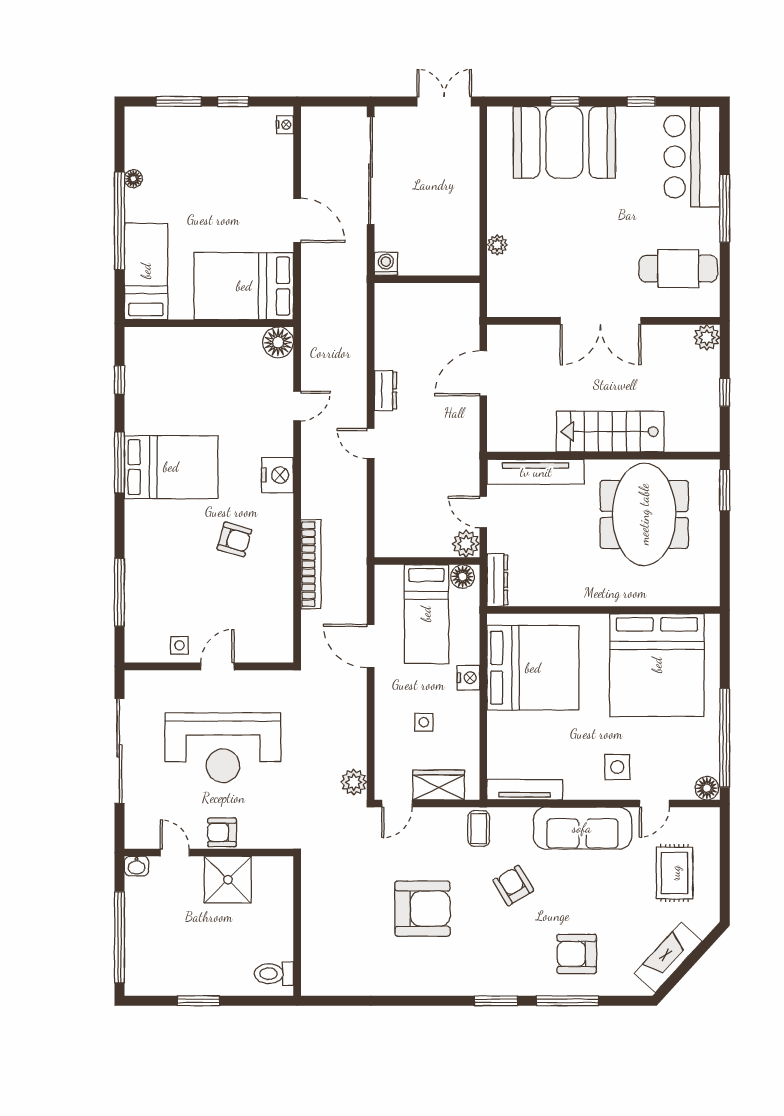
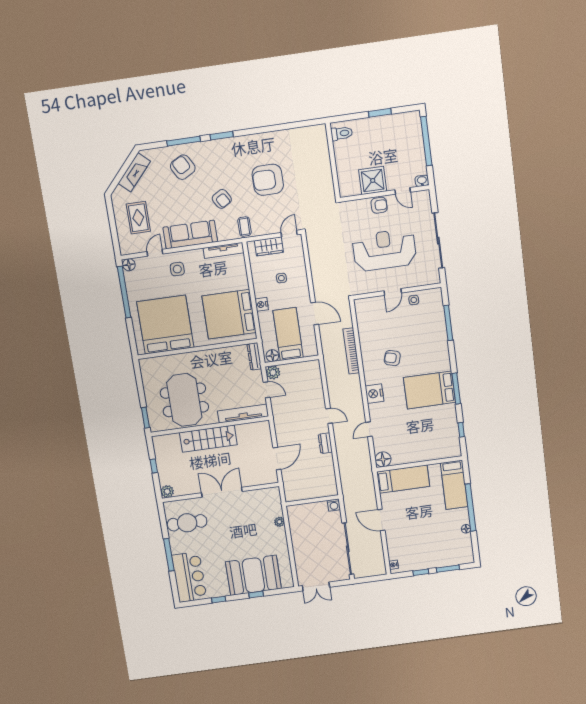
bed: (244, 286) -> (403, 479), width x0.67
plant: (354, 782) -> (313, 242), removed
armchair: (577, 954) -> (183, 167), turned -119

